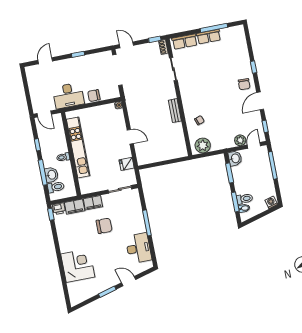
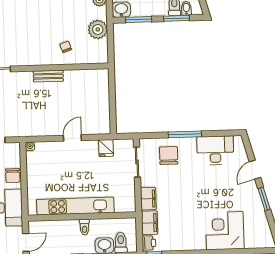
plant: (203, 145) -> (98, 29), moved
chair: (104, 226) -> (169, 156), moved

